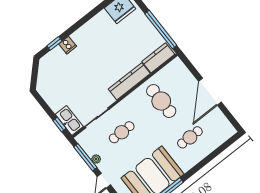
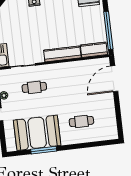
door: (210, 92) -> (114, 79), moved
cafe table: (161, 101) -> (77, 82), removed

